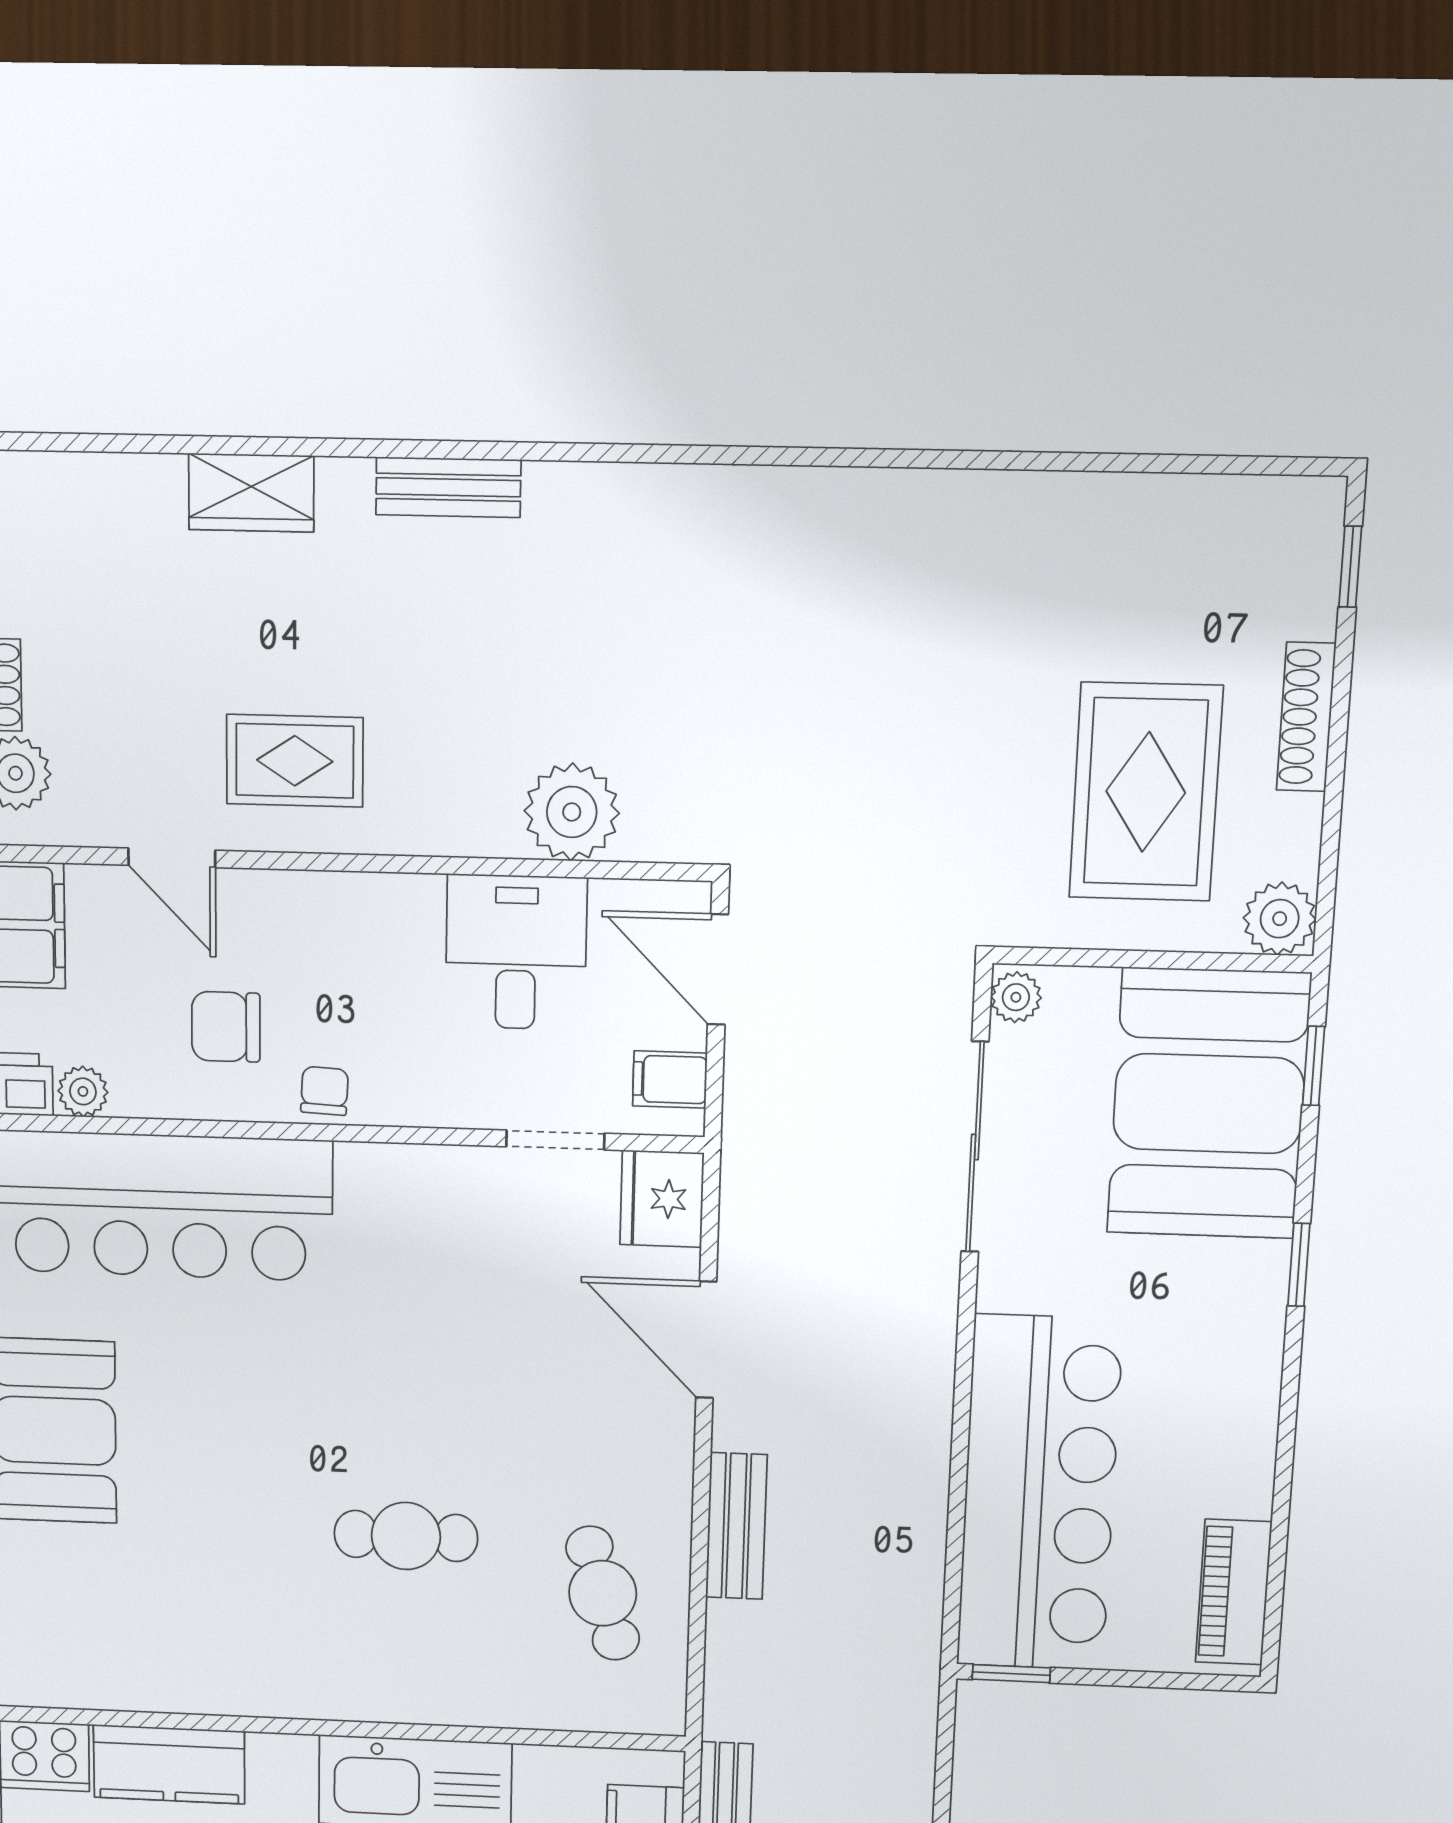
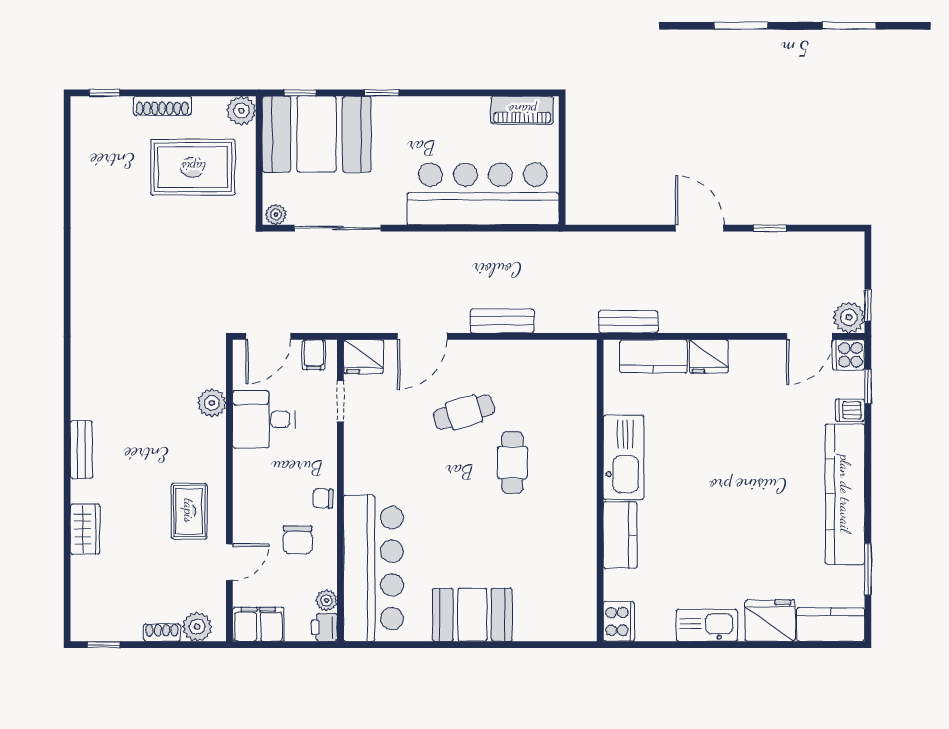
plant: (572, 812) -> (212, 403), width x0.73, depth x0.73
cafe table: (603, 1593) -> (464, 412), moved
window: (1011, 1674) -> (562, 201), removed
kitchen counter: (169, 1764) -> (620, 535), moved

